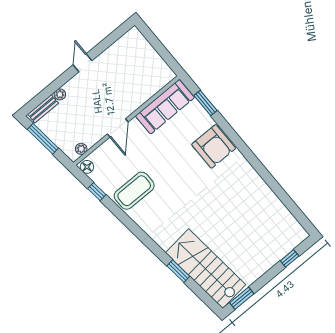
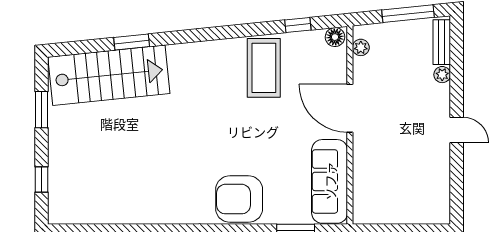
door: (118, 128) -> (350, 108), width x1.36
window: (242, 298) -> (41, 110), moved

